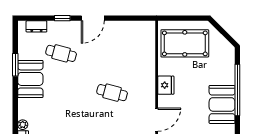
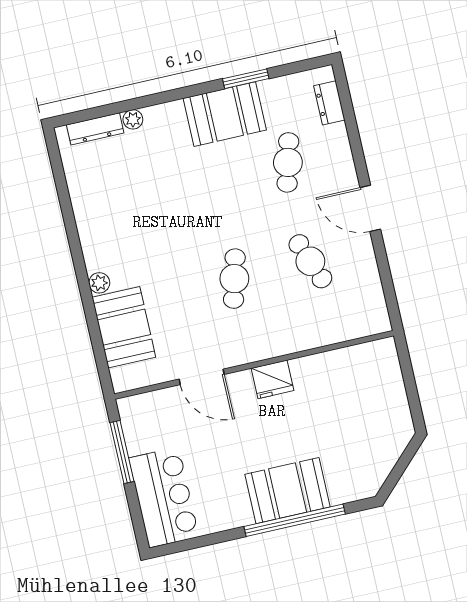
window: (62, 18) -> (357, 149), removed
pool table: (185, 43) -> (362, 398), removed
cafe table: (112, 53) -> (310, 261), added
booth: (222, 104) -> (288, 491), moved

